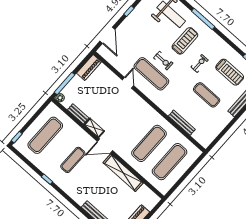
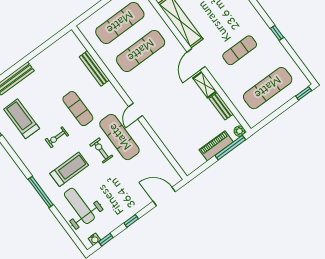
door: (107, 35) -> (164, 196), hinge flipped
treadmill: (185, 41) -> (69, 169), turned 180
piano: (89, 68) -> (216, 146), moved
door: (128, 83) -> (136, 111), moved
exercise mat: (207, 95) -> (78, 109), moved
door: (105, 146) -> (196, 59), swing flipped

